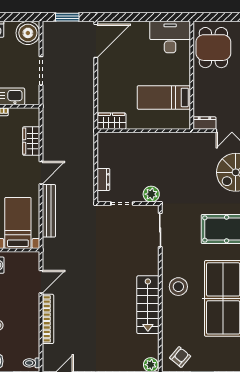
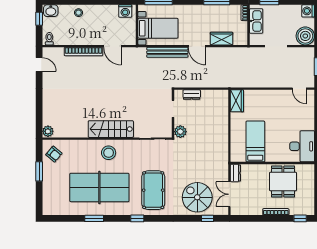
door: (96, 41) -> (299, 89), width x0.53
dining table: (213, 48) -> (283, 181), moved, turned 90
stairs: (148, 305) -> (111, 129), moved

